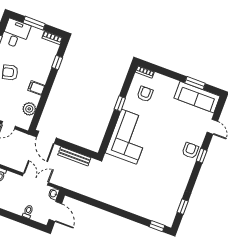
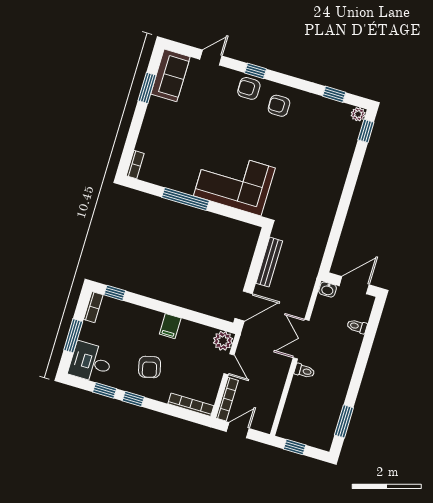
window: (57, 62) -> (115, 293), moved
armchair: (145, 94) -> (279, 106), moved
sofa: (197, 97) -> (170, 75), width x0.73
window: (120, 104) -> (186, 199), width x2.17
plant: (29, 109) -> (223, 341), moved
double door: (36, 179) -> (301, 339), moved
plant: (168, 222) -> (358, 114), added

